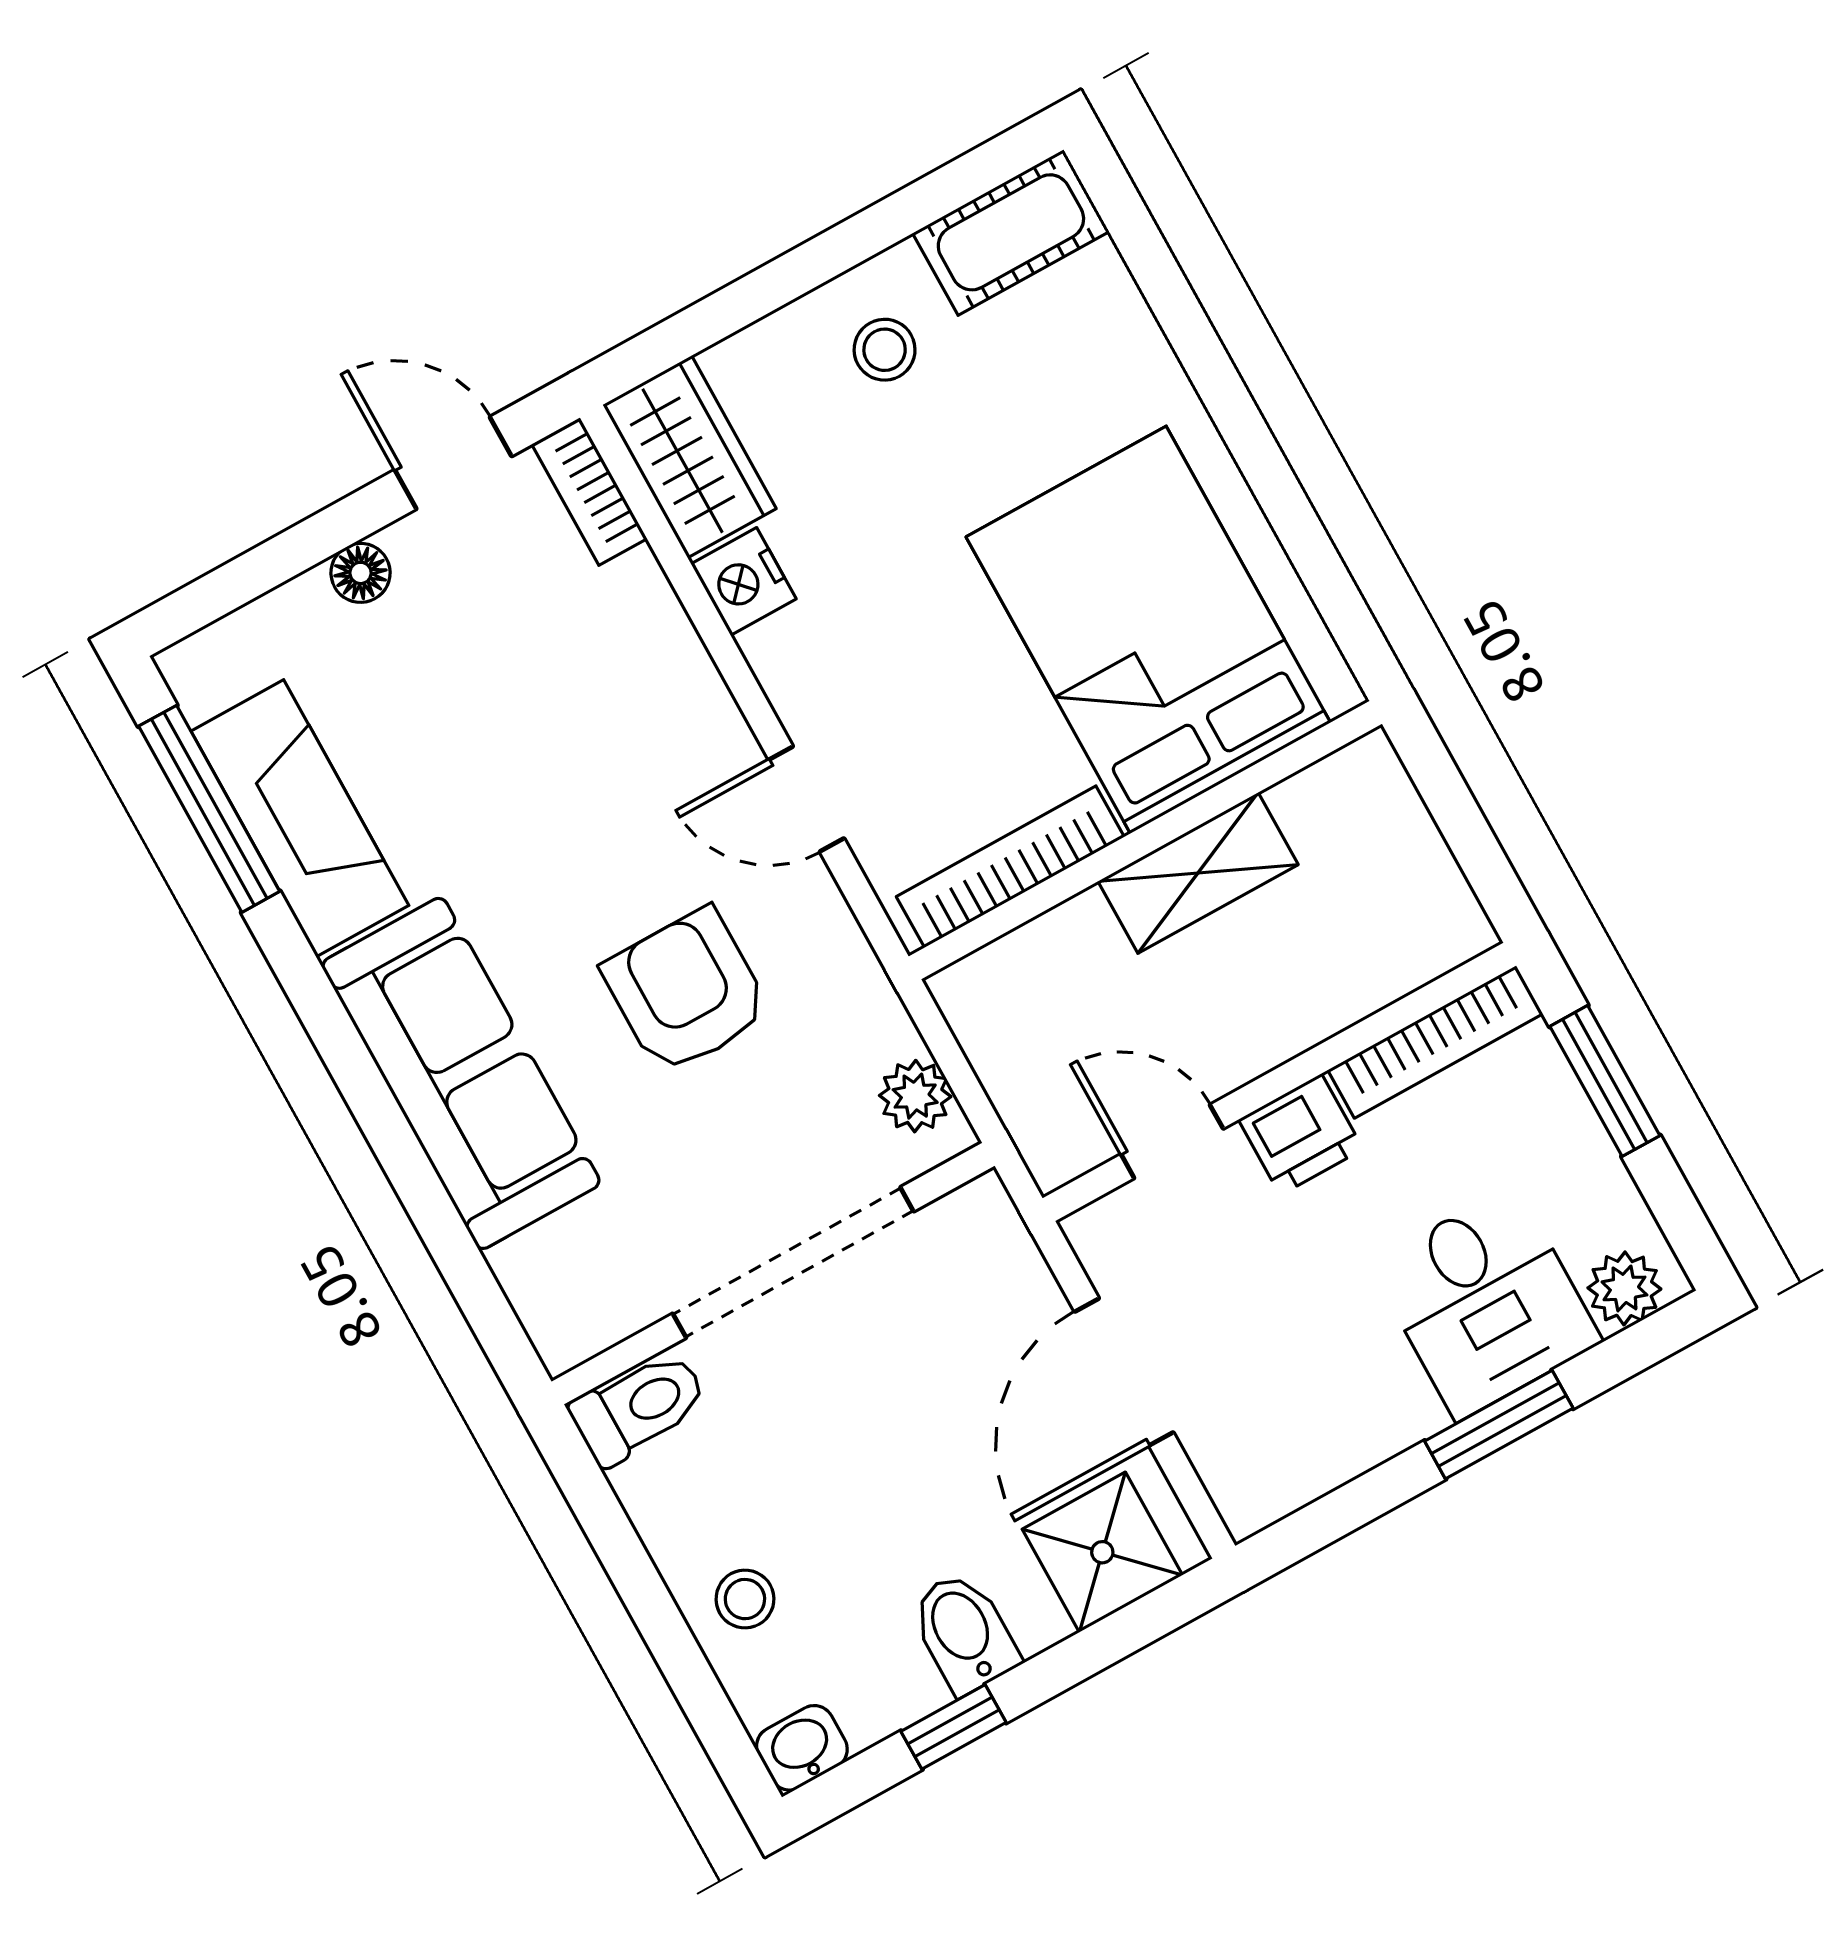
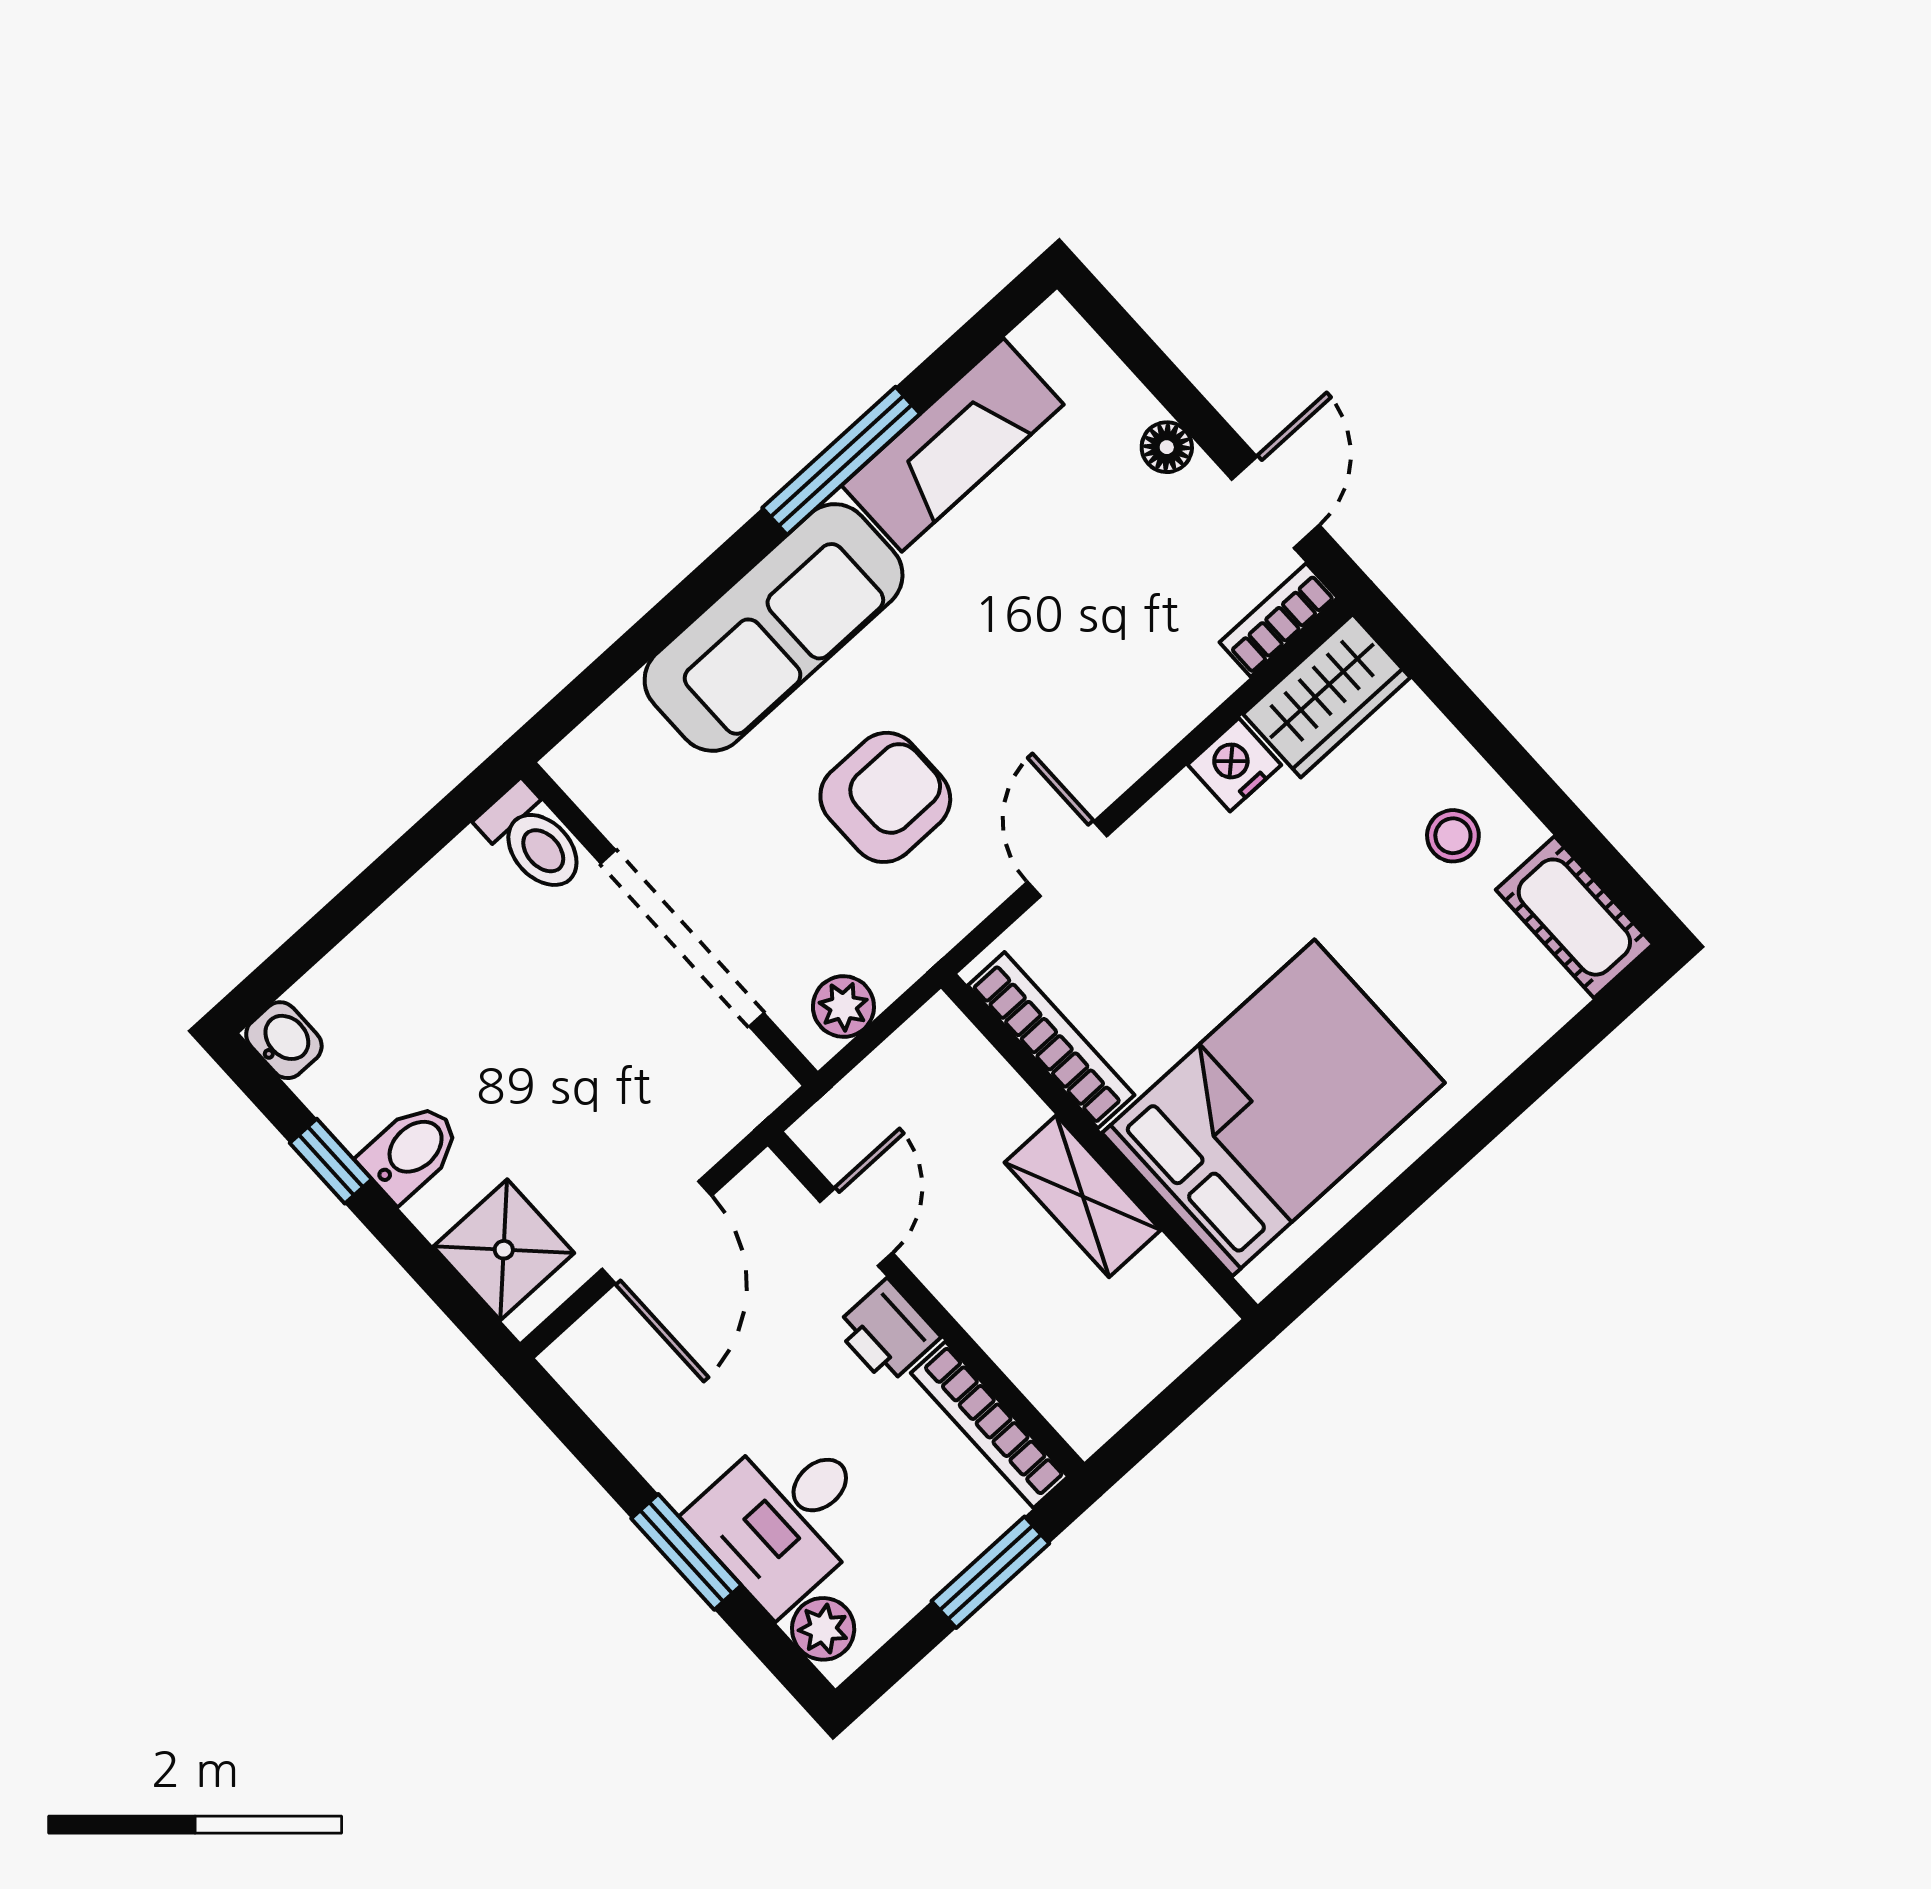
window: (209, 809) -> (841, 461), moved
door: (1124, 1372) -> (657, 1232), swing flipped
stool: (745, 1599) -> (396, 964), removed

